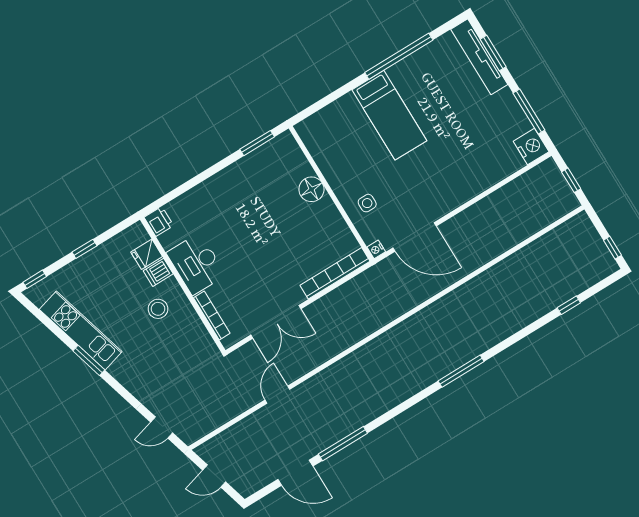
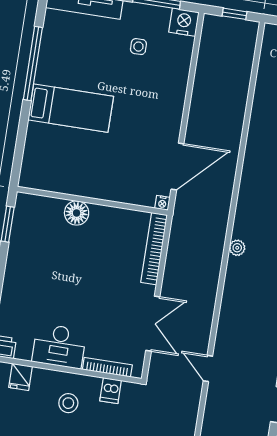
side table: (367, 203) -> (138, 47), moved
dishwasher: (158, 272) -> (111, 391), moved
plant: (391, 337) -> (237, 248), added

